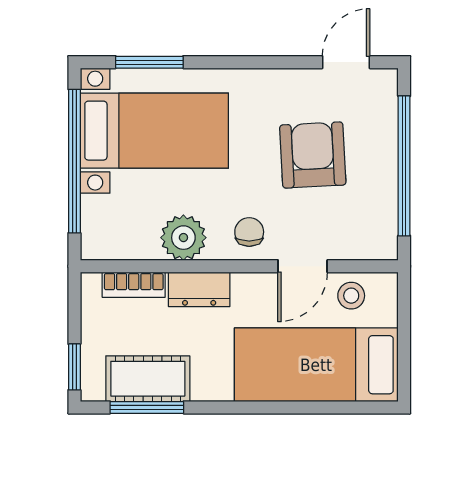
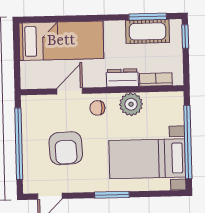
window: (149, 62) -> (112, 195), moved
chair: (249, 232) -> (97, 108), turned 90
stool: (351, 296) -> (44, 77), removed

